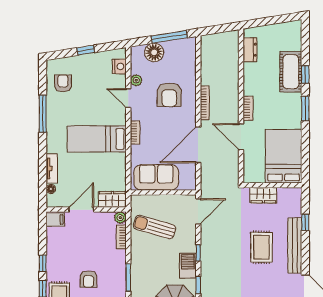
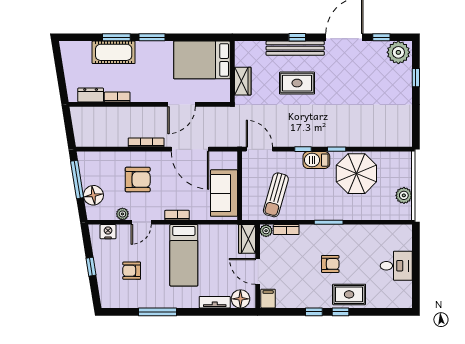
window: (305, 74) -> (116, 37), width x1.50
armchair: (63, 83) -> (132, 271), moved
bookcase: (248, 108) -> (117, 97), moved
floor lamp: (51, 189) -> (240, 299), width x1.89, depth x1.89
window: (305, 222) -> (297, 37), moved

